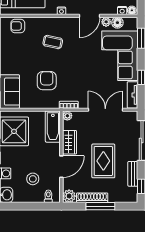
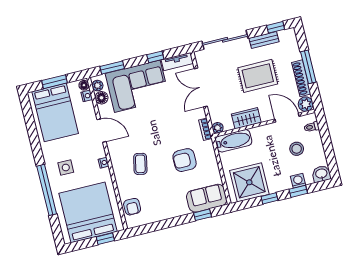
plant: (106, 22) -> (97, 86), moved
door: (61, 167) -> (287, 118), moved

